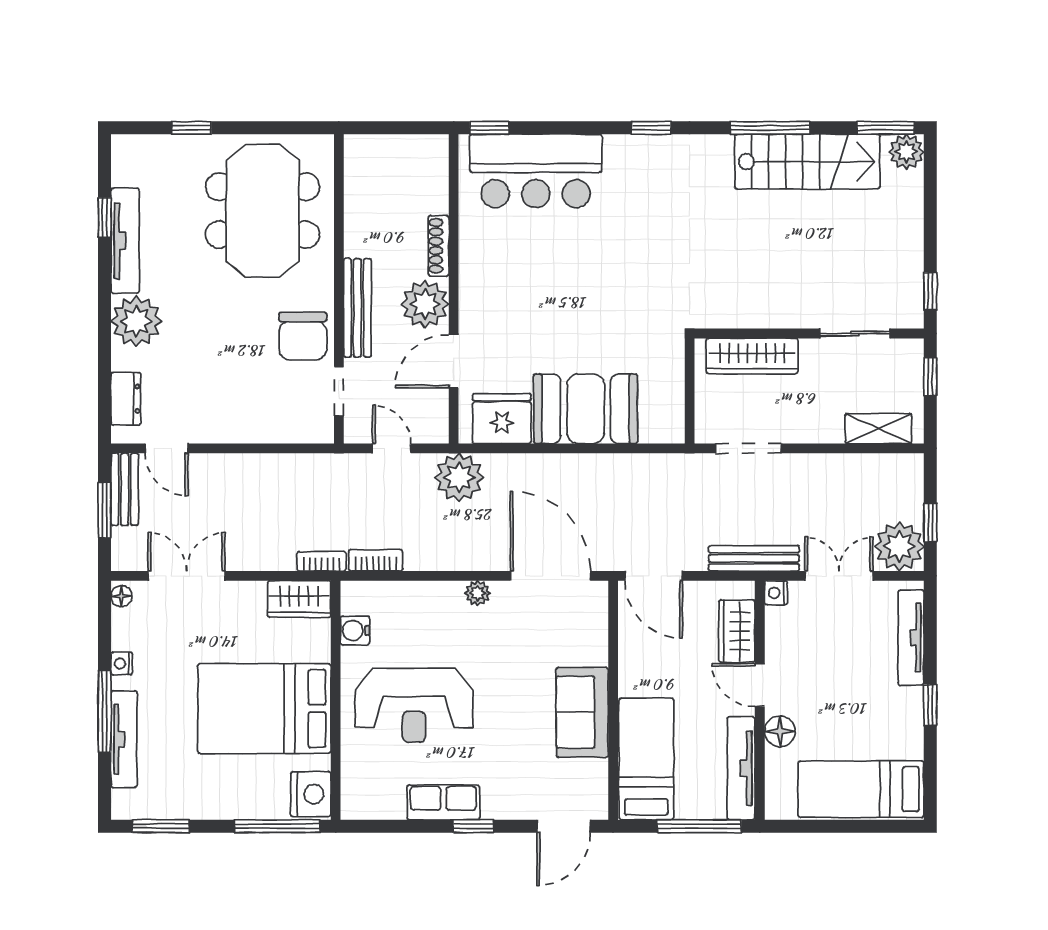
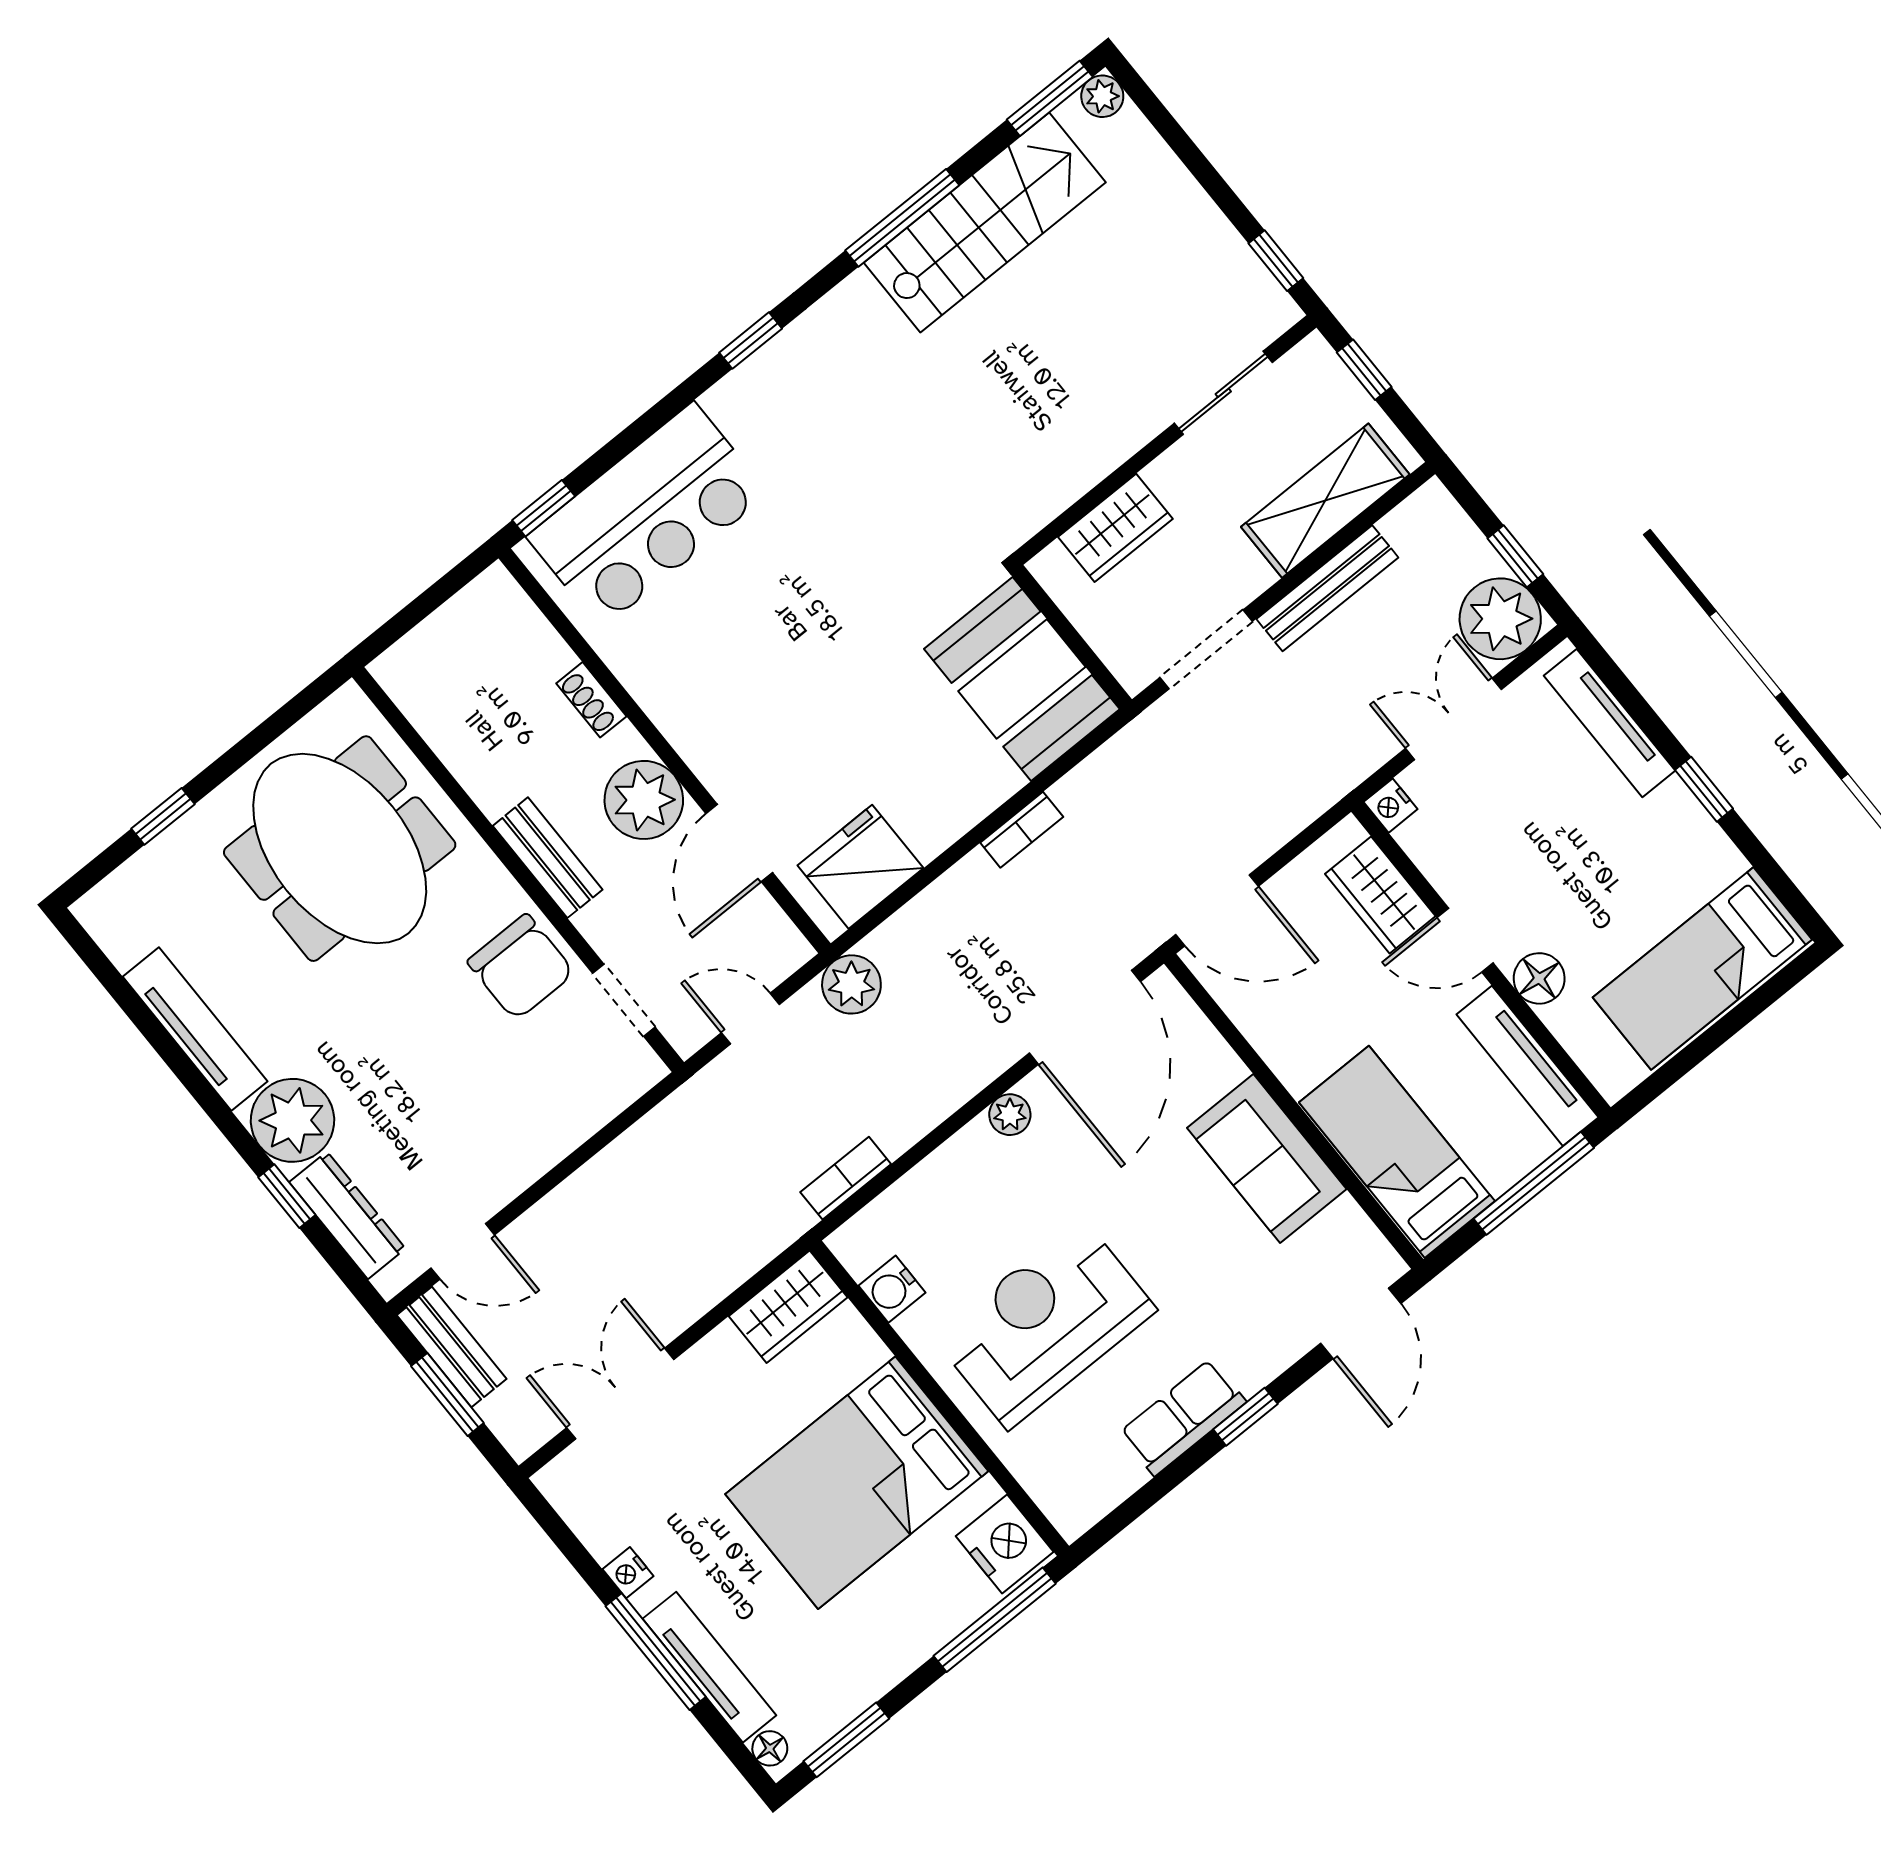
plant: (906, 152) -> (1102, 96), width x0.73, depth x0.73
window: (105, 218) -> (287, 1196), moved
shoe rack: (439, 246) -> (591, 700), width x0.70
bench: (357, 308) -> (548, 858), width x0.73
wardrobe: (752, 356) -> (1115, 528), width x0.67
dresser: (126, 399) -> (347, 1215), width x1.44
booth: (586, 409) -> (1022, 679), moved, turned 90
shelving: (878, 429) -> (1325, 501), width x1.50, depth x1.33
plant: (459, 477) -> (851, 984), width x0.73, depth x0.73
bench: (754, 558) -> (1327, 588), moved
bookcase: (322, 561) -> (1022, 830), moved, turned 180
door: (550, 576) -> (1085, 1017), swing flipped
floor lamp: (121, 596) -> (770, 1748), moved
reception desk: (414, 705) -> (1045, 1324), turned 180

